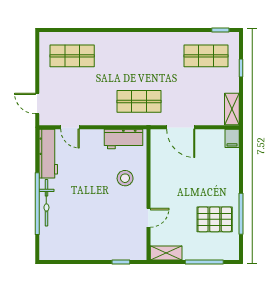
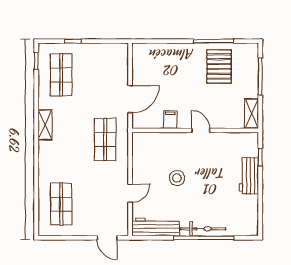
door: (37, 103) -> (107, 238), hinge flipped
shelving: (232, 109) -> (45, 125), moved, turned 90
door: (70, 127) -> (130, 193), moved
filing cabinet: (232, 138) -> (170, 120), moved, turned -90
workbench: (124, 139) -> (249, 176), moved, turned 180
stool: (125, 178) -> (177, 178), moved
door: (148, 218) -> (201, 130), moved

